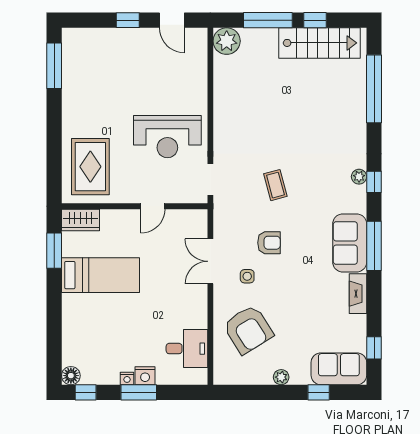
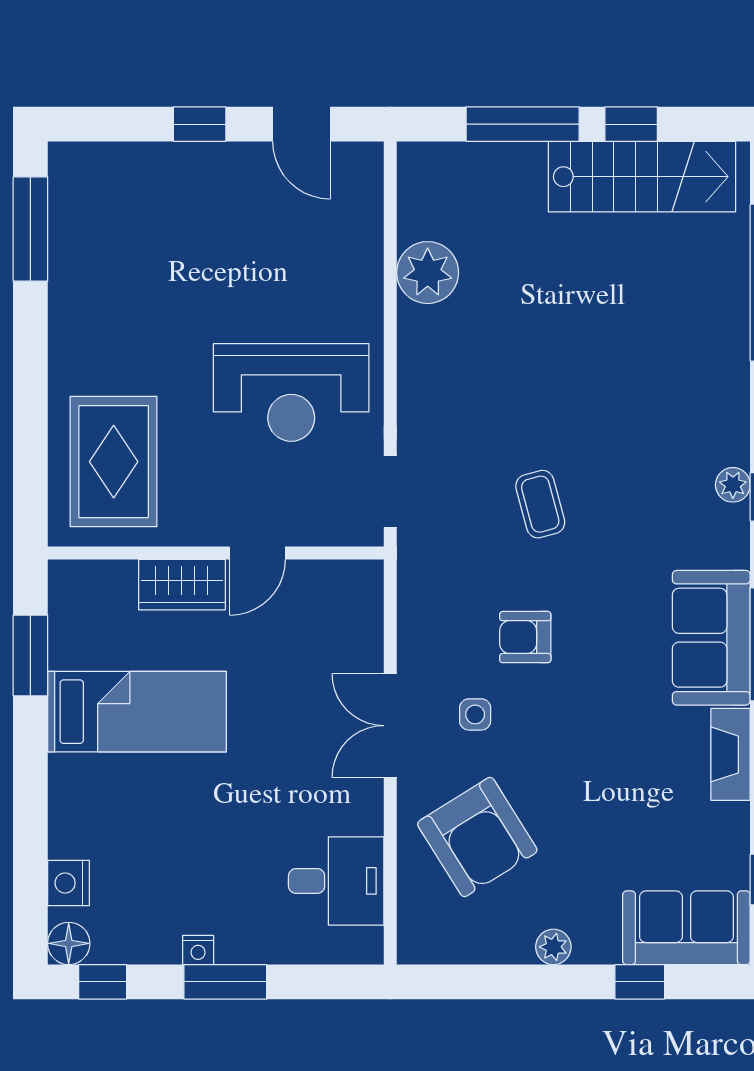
plant: (227, 41) -> (428, 273), moved
wardrobe: (81, 220) -> (182, 585), moved
armchair: (269, 243) -> (525, 637), turned 180
double door: (210, 261) -> (390, 726), moved
nightstand: (145, 376) -> (68, 883), moved, turned 90

